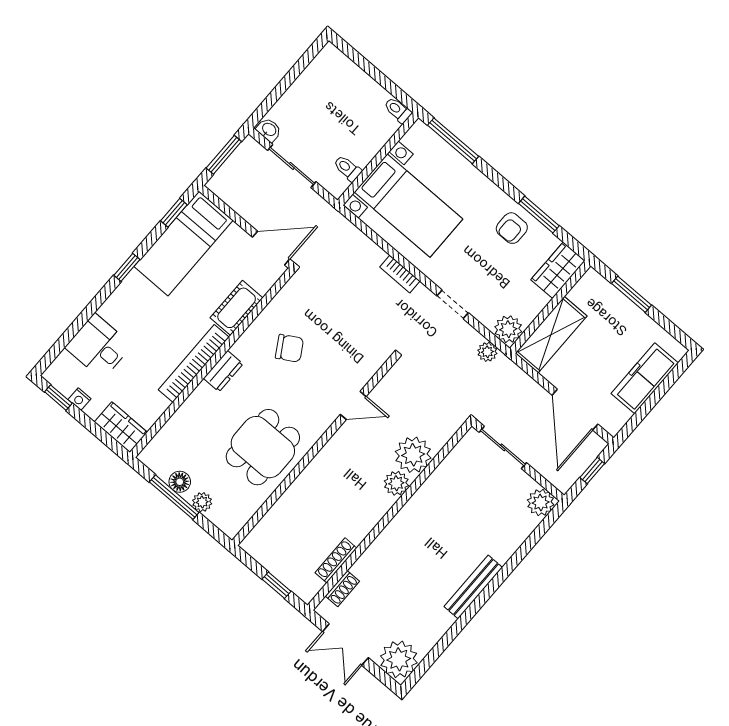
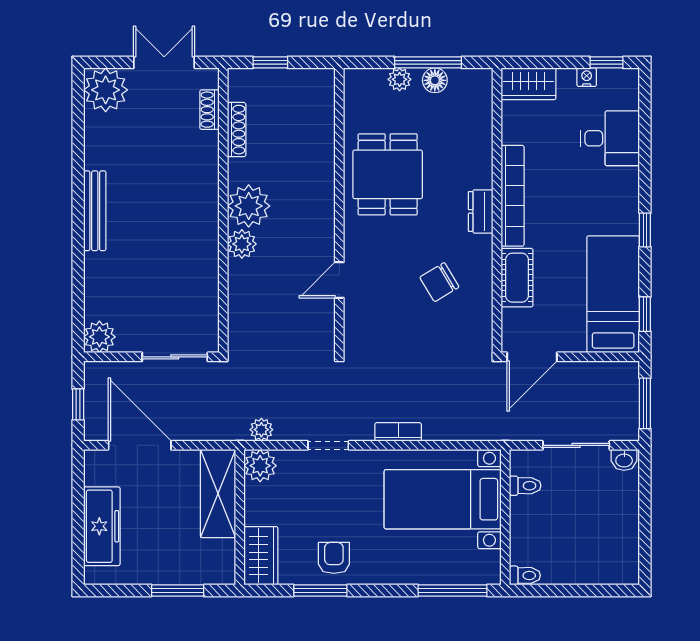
plant: (413, 455) -> (249, 206), moved

